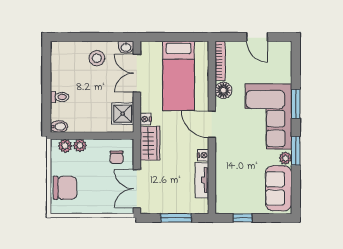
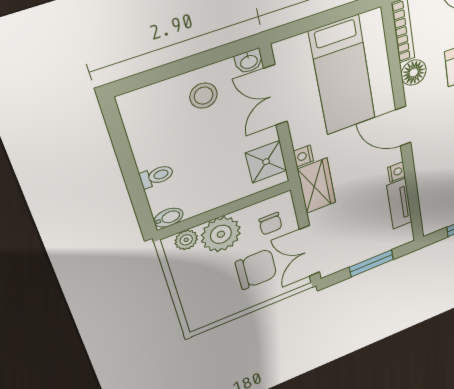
plant: (80, 145) -> (221, 234), width x1.87, depth x1.87
chair: (65, 188) -> (256, 269), moved

